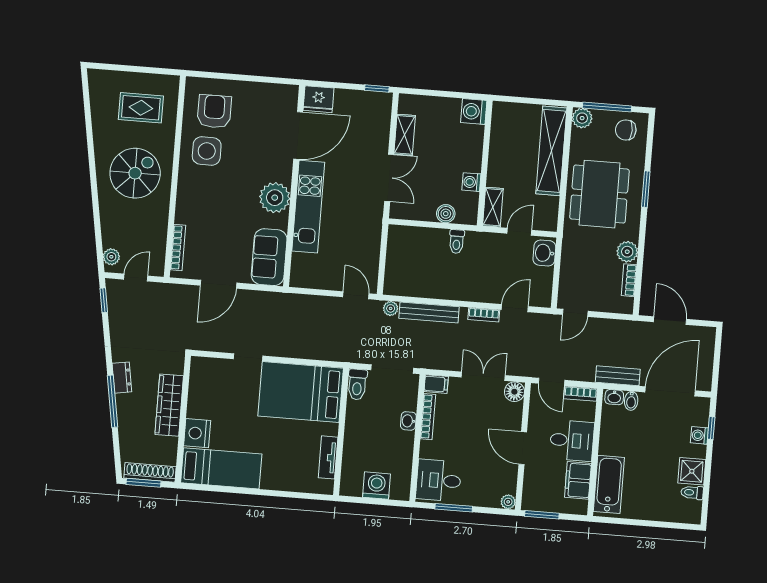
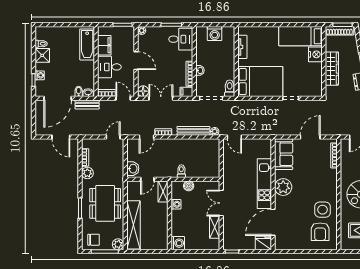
double door: (483, 376) -> (161, 98), swing flipped

